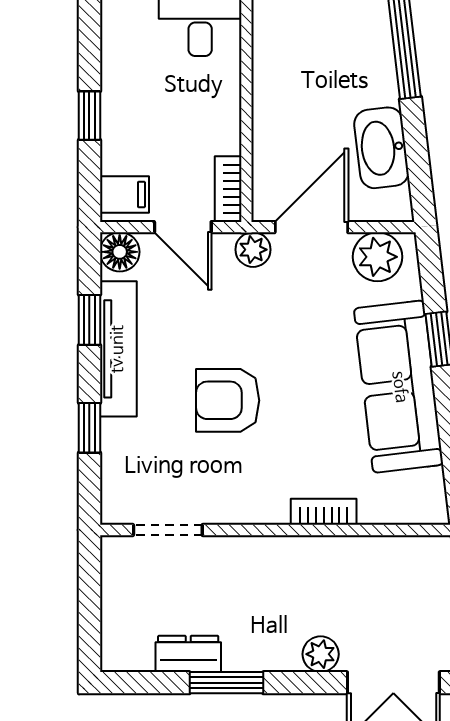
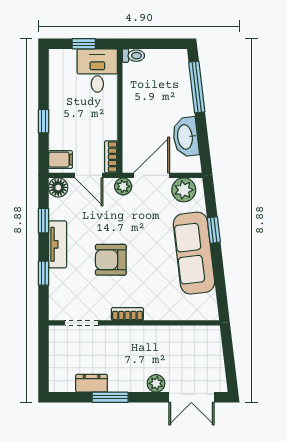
tv unit: (118, 349) -> (58, 244), width x0.71
bookcase: (324, 512) -> (127, 314), moved

